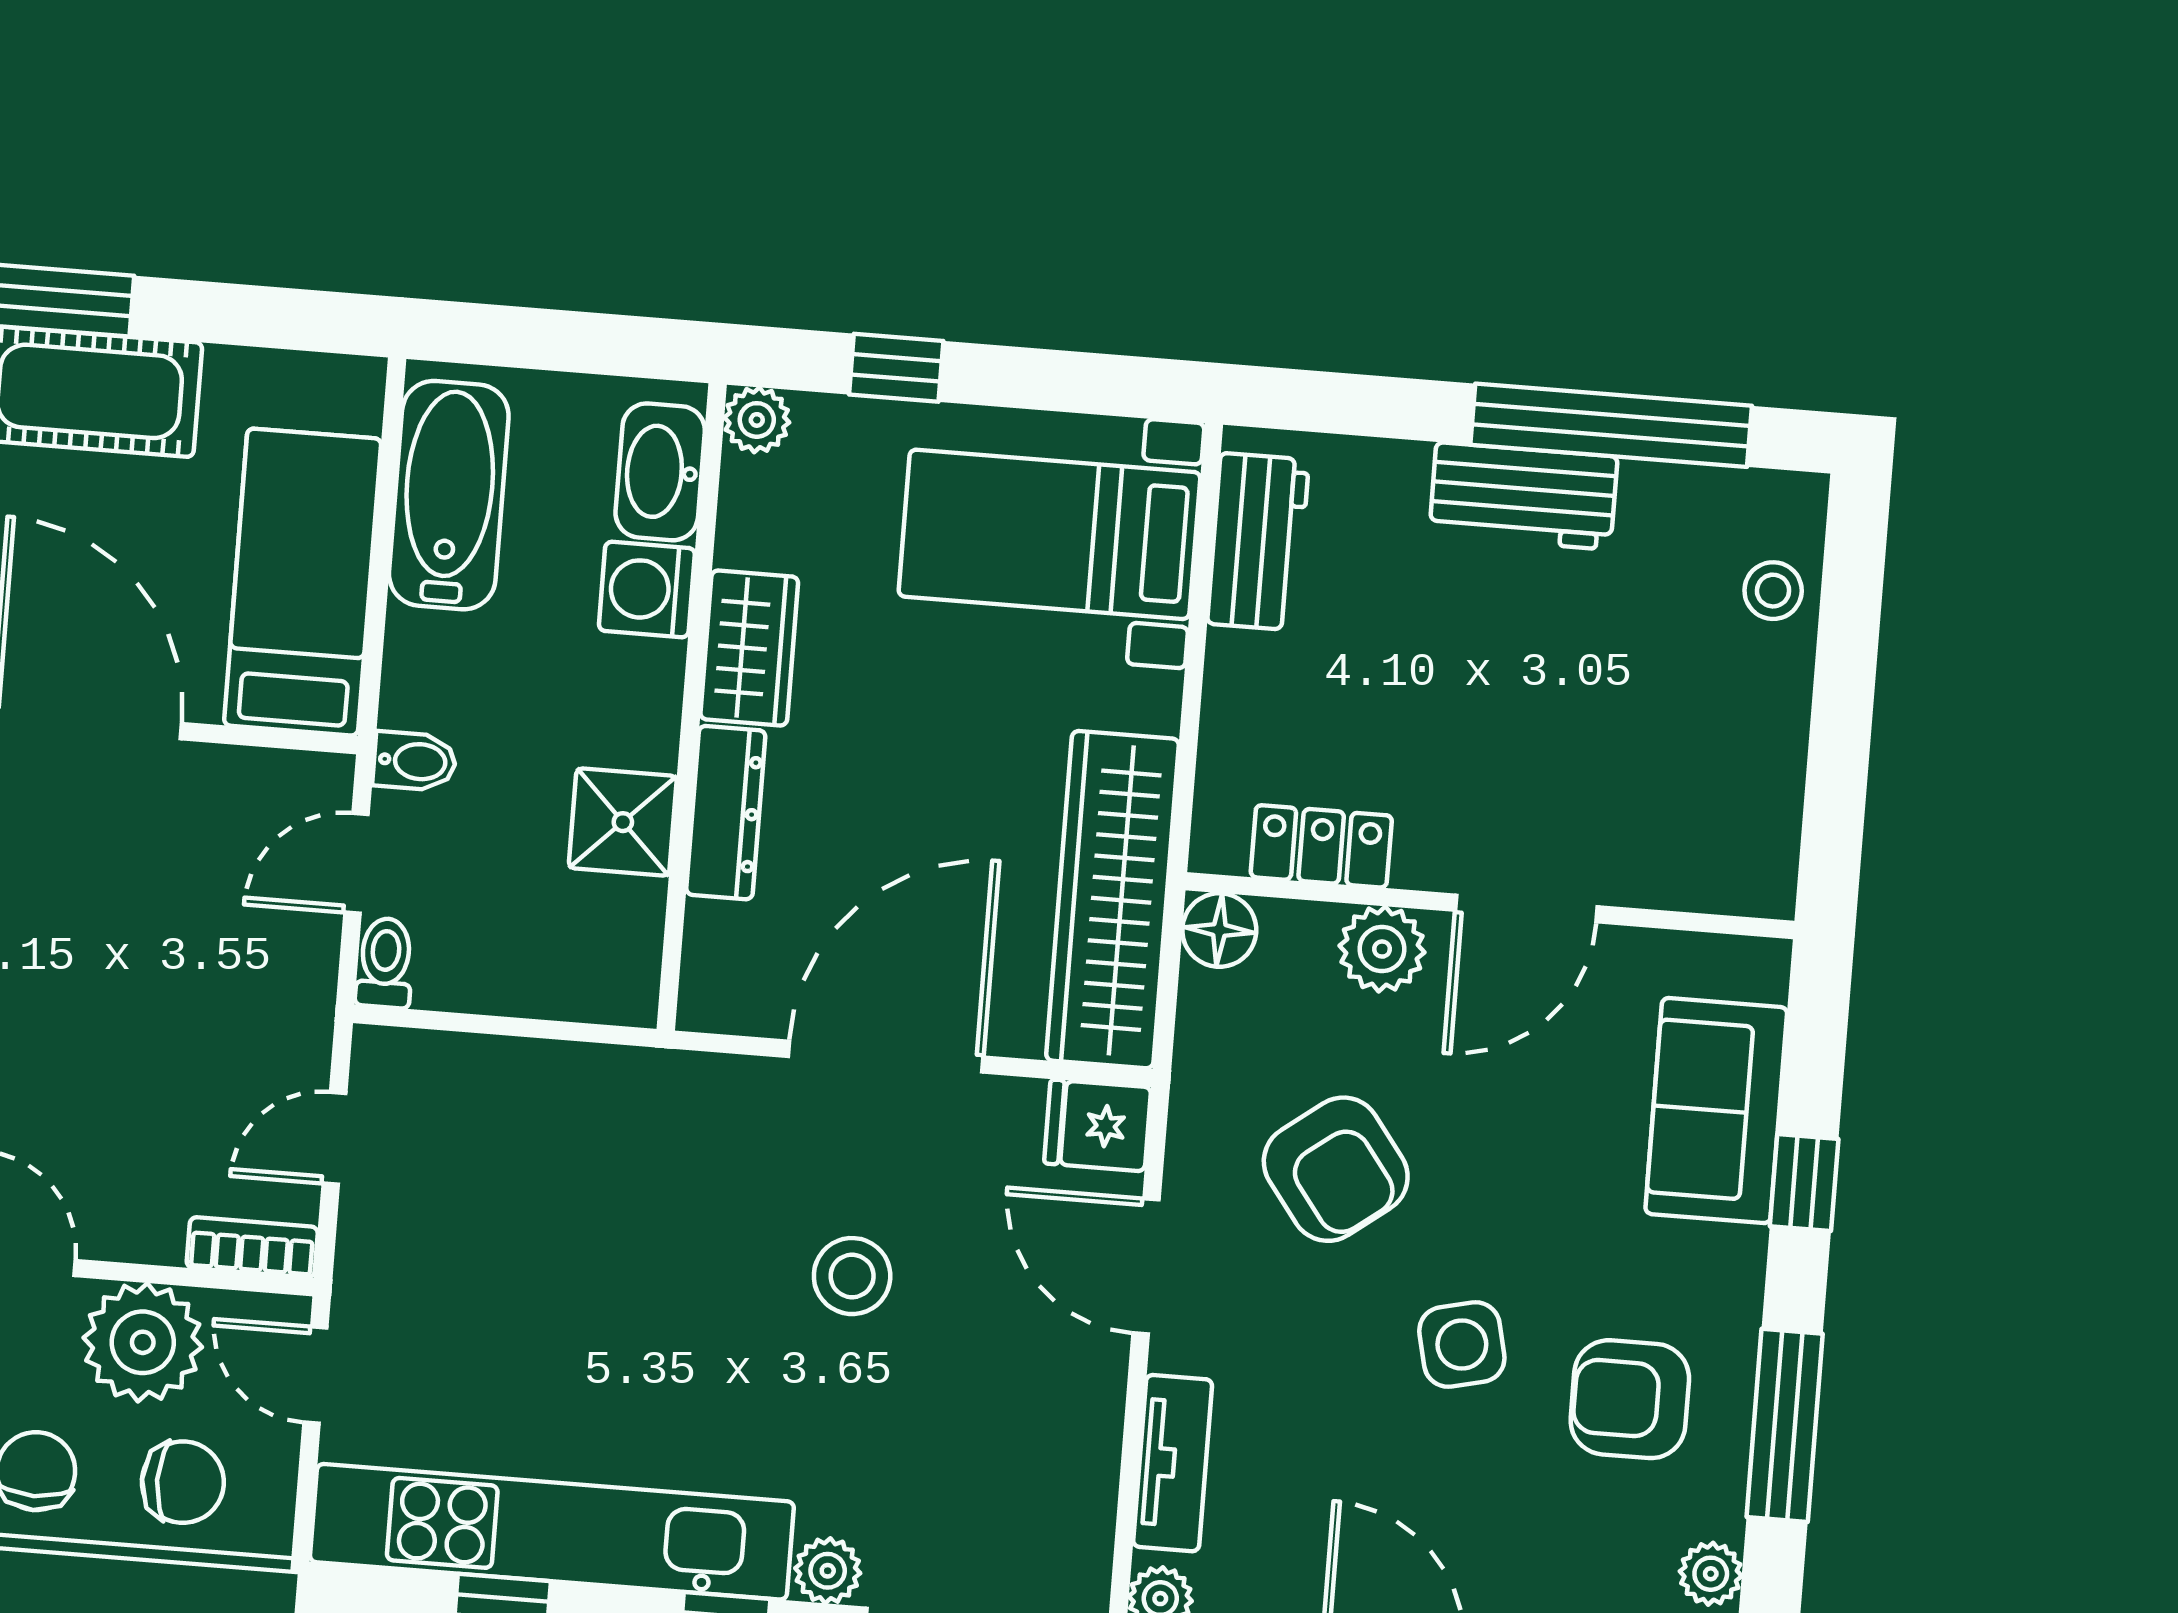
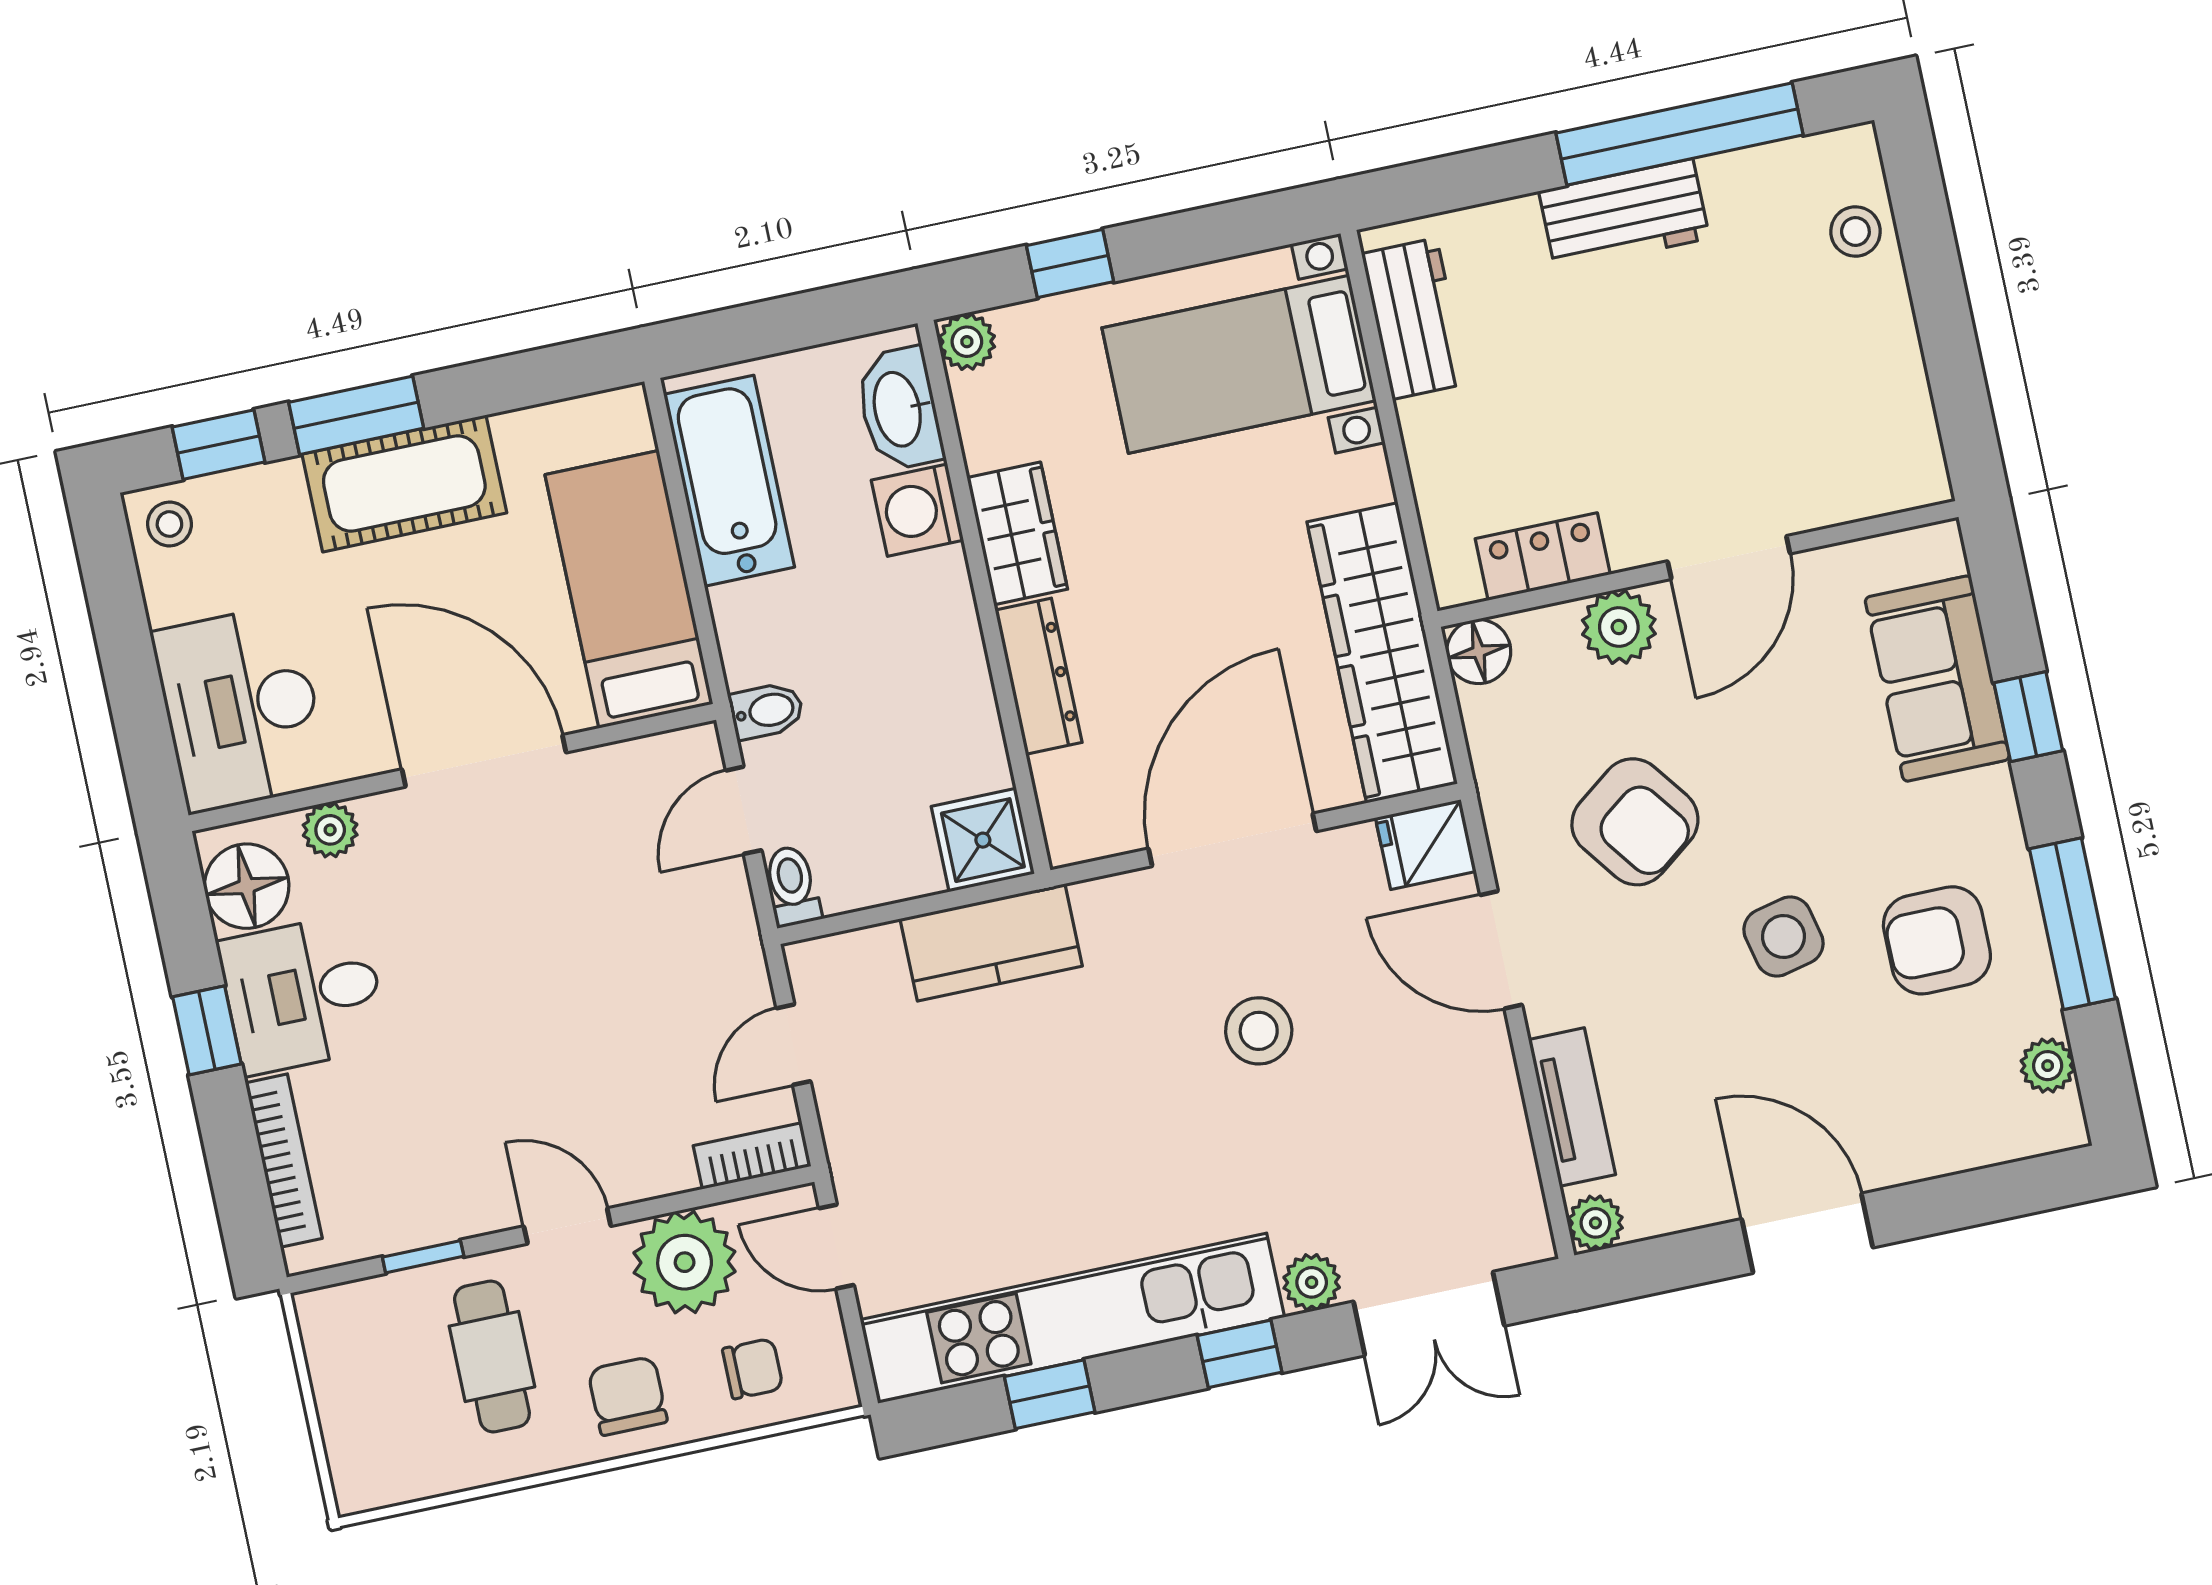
shower: (623, 822) -> (983, 840), moved
kitchen counter: (586, 1090) -> (991, 942), added
chair: (183, 1482) -> (753, 1369), width x0.73, depth x0.73

